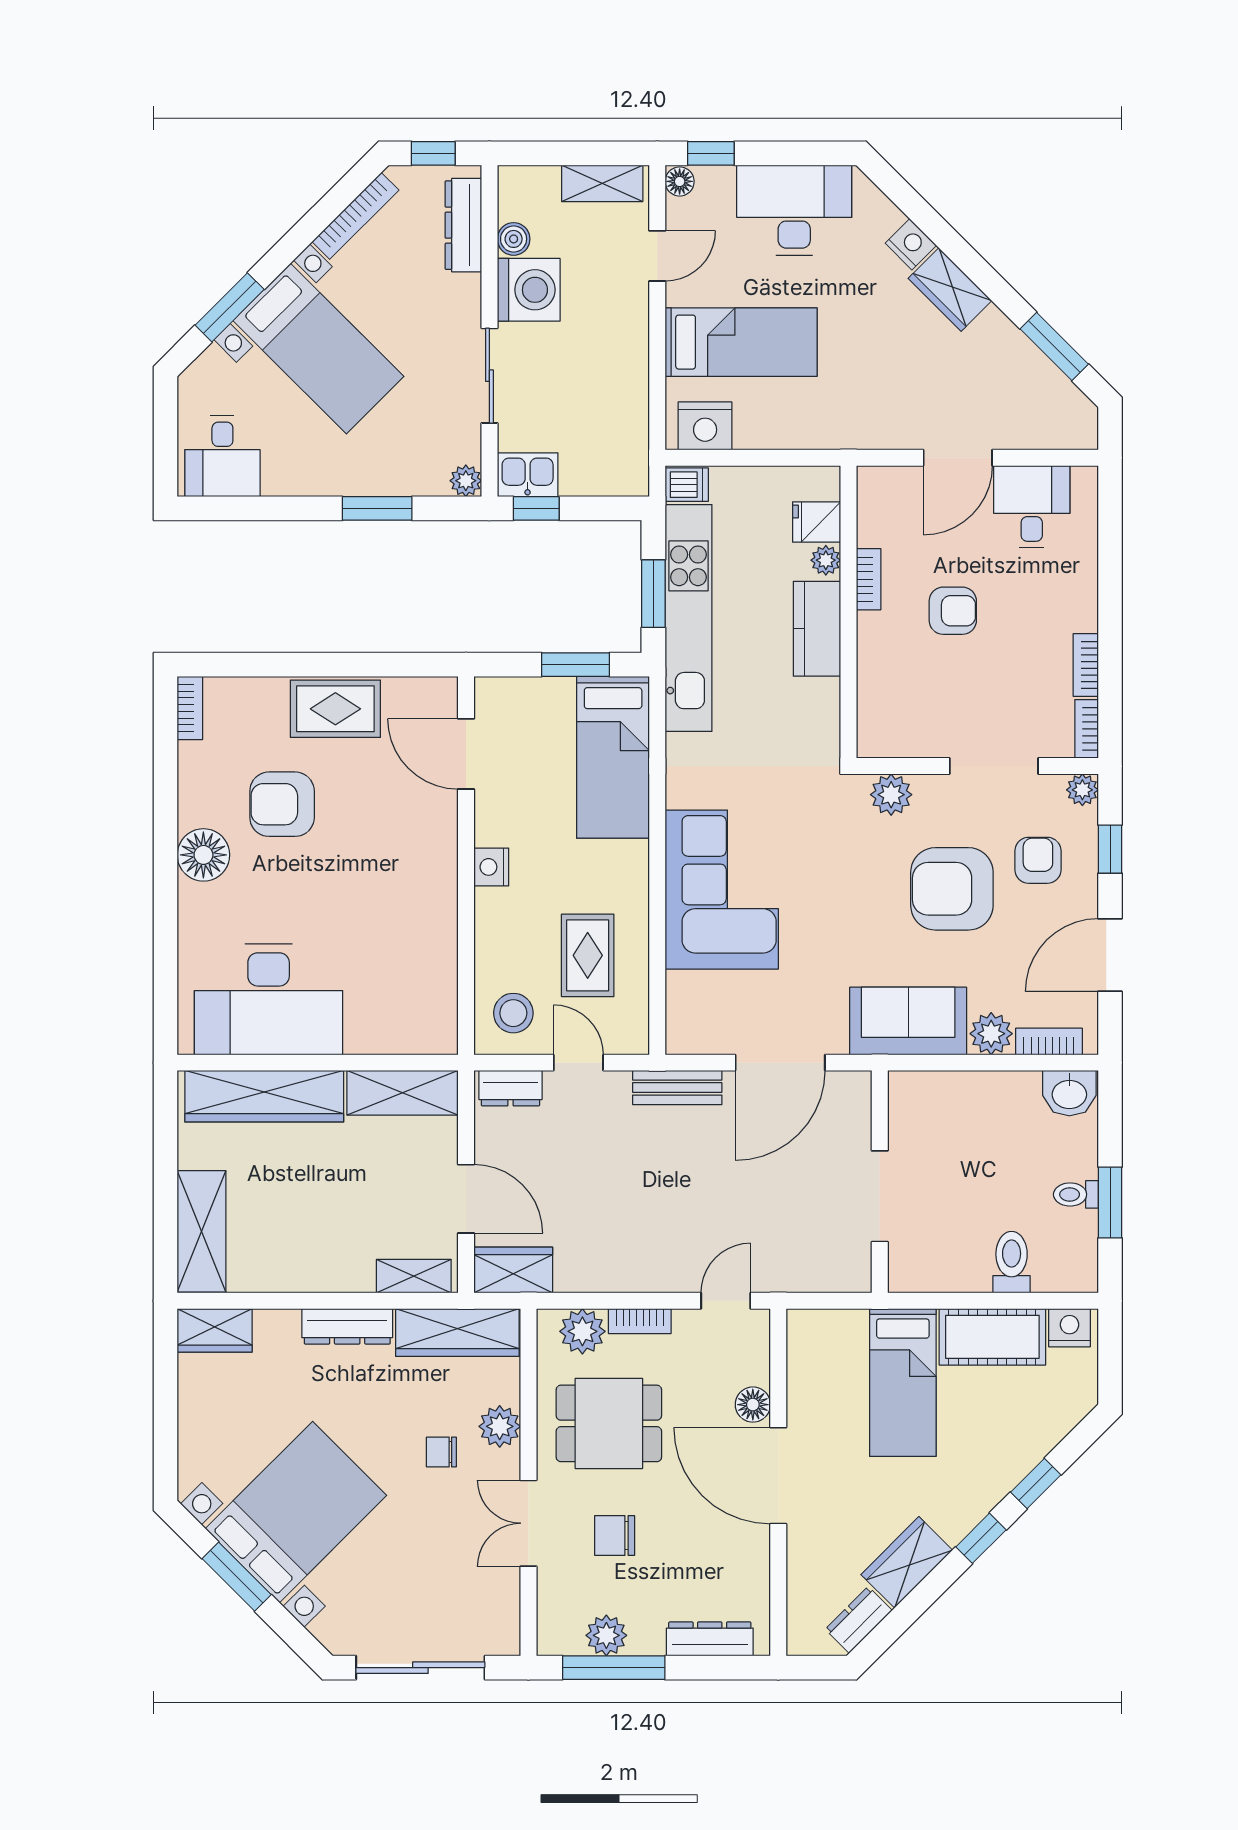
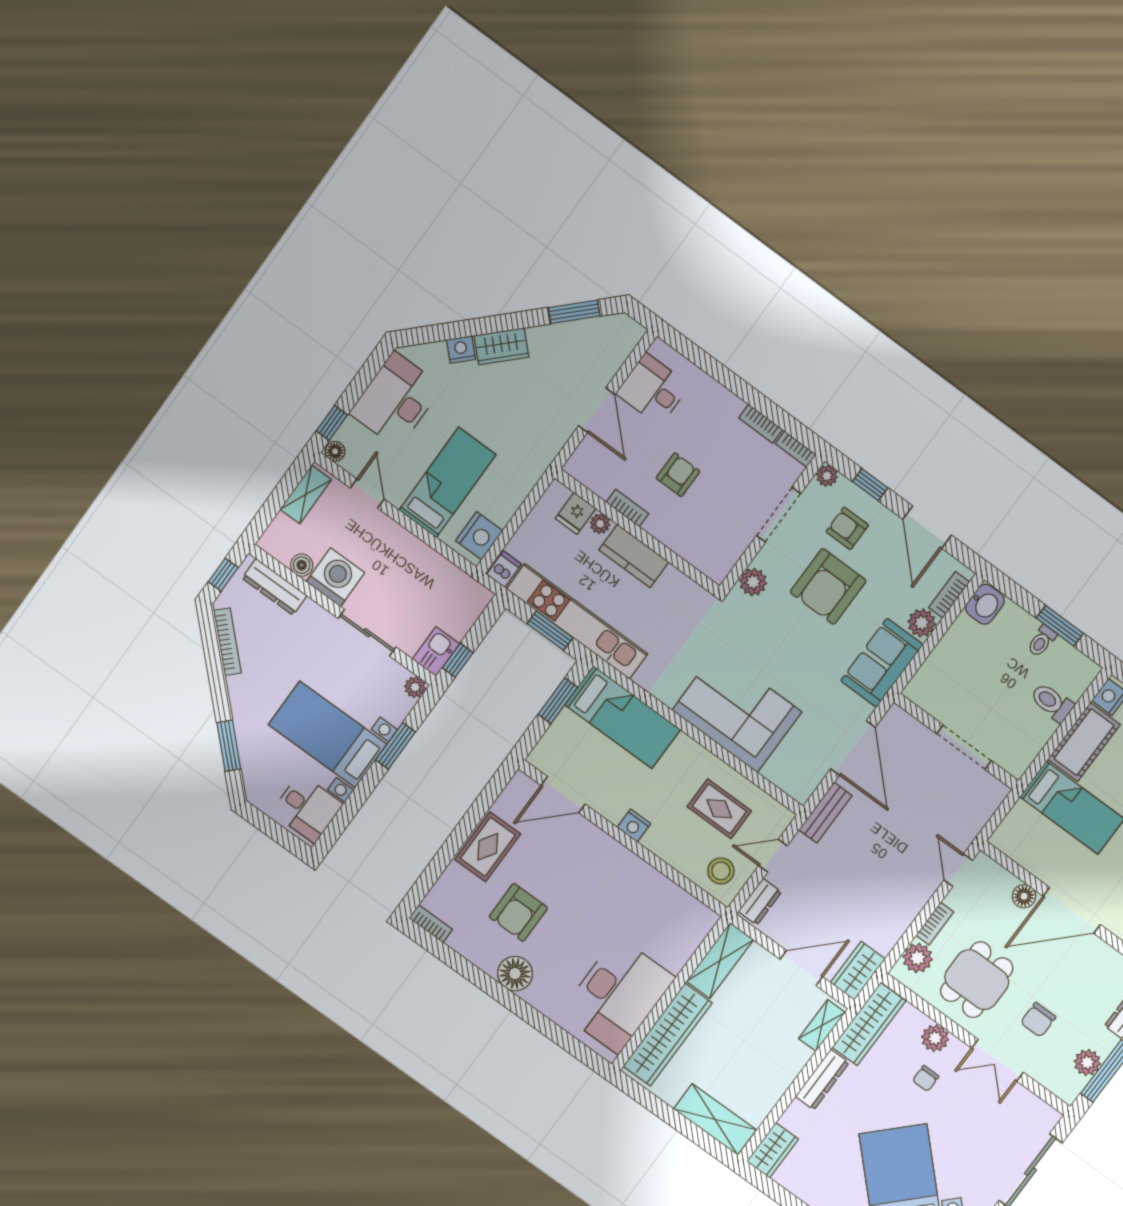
bed with nightstands: (318, 348) -> (328, 734), moved, turned -135

